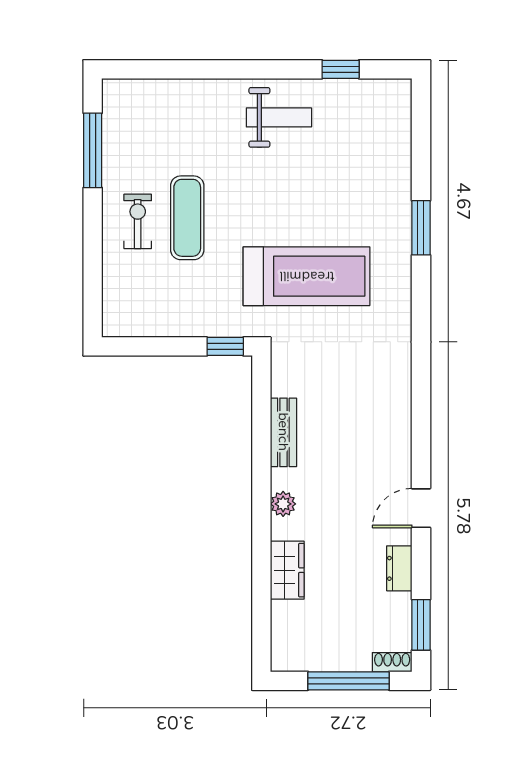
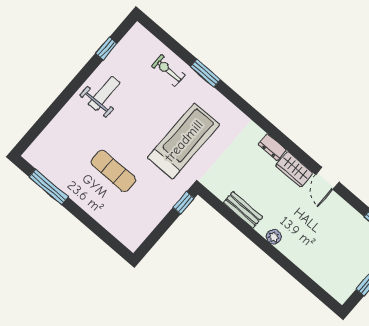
exercise bike: (138, 221) -> (168, 70), moved
dresser: (399, 568) -> (272, 147), moved
wardrobe: (287, 570) -> (294, 169), moved, turned 180

